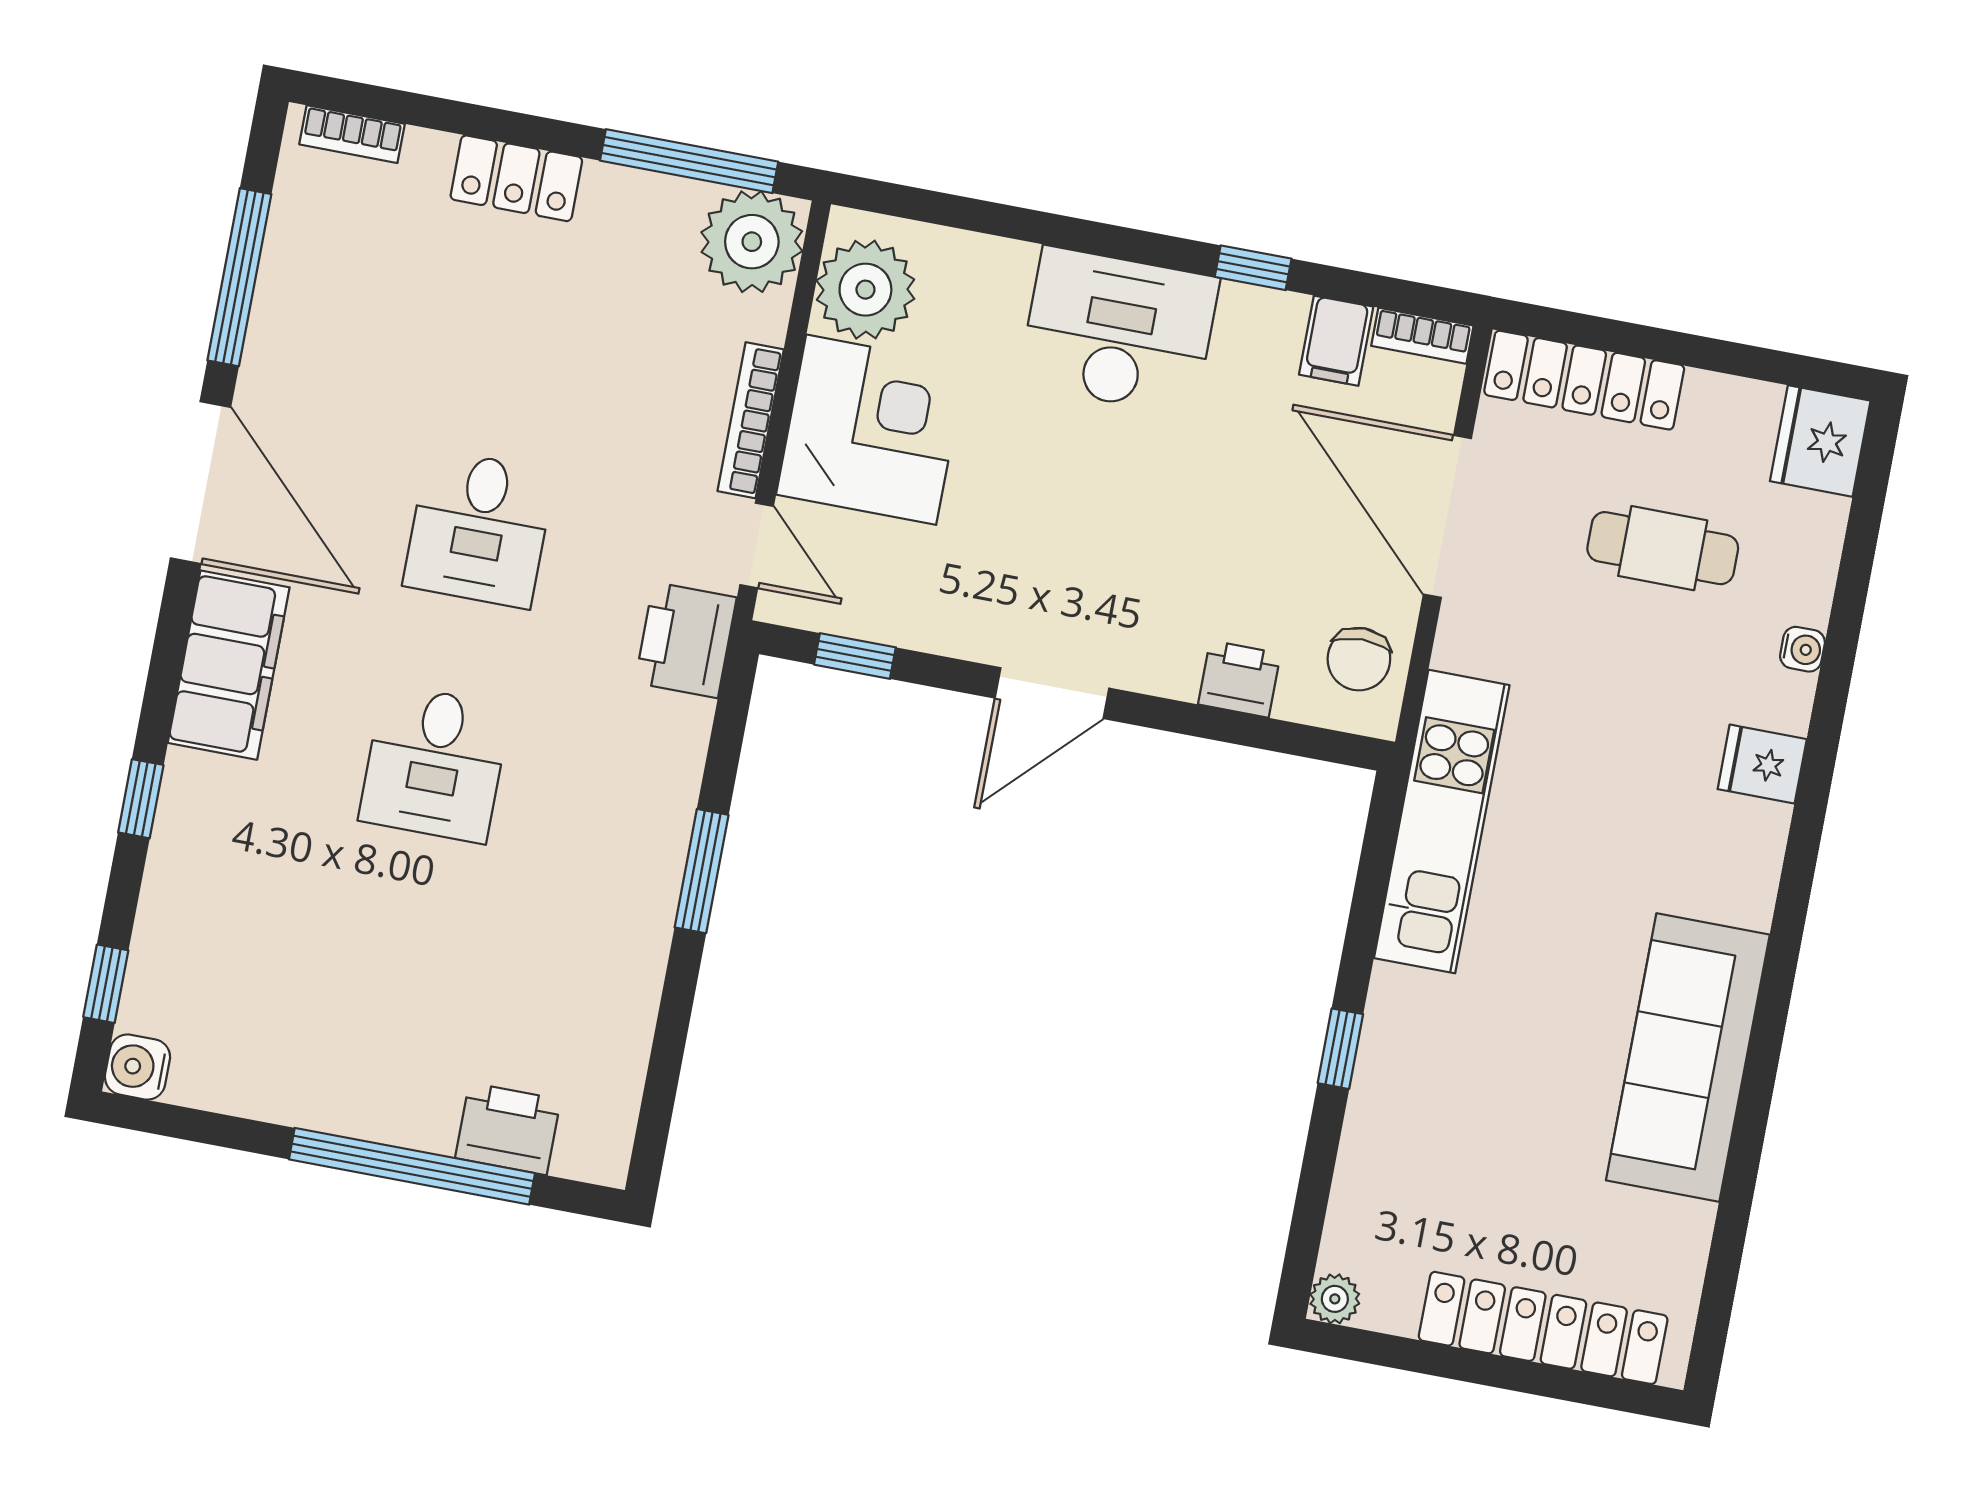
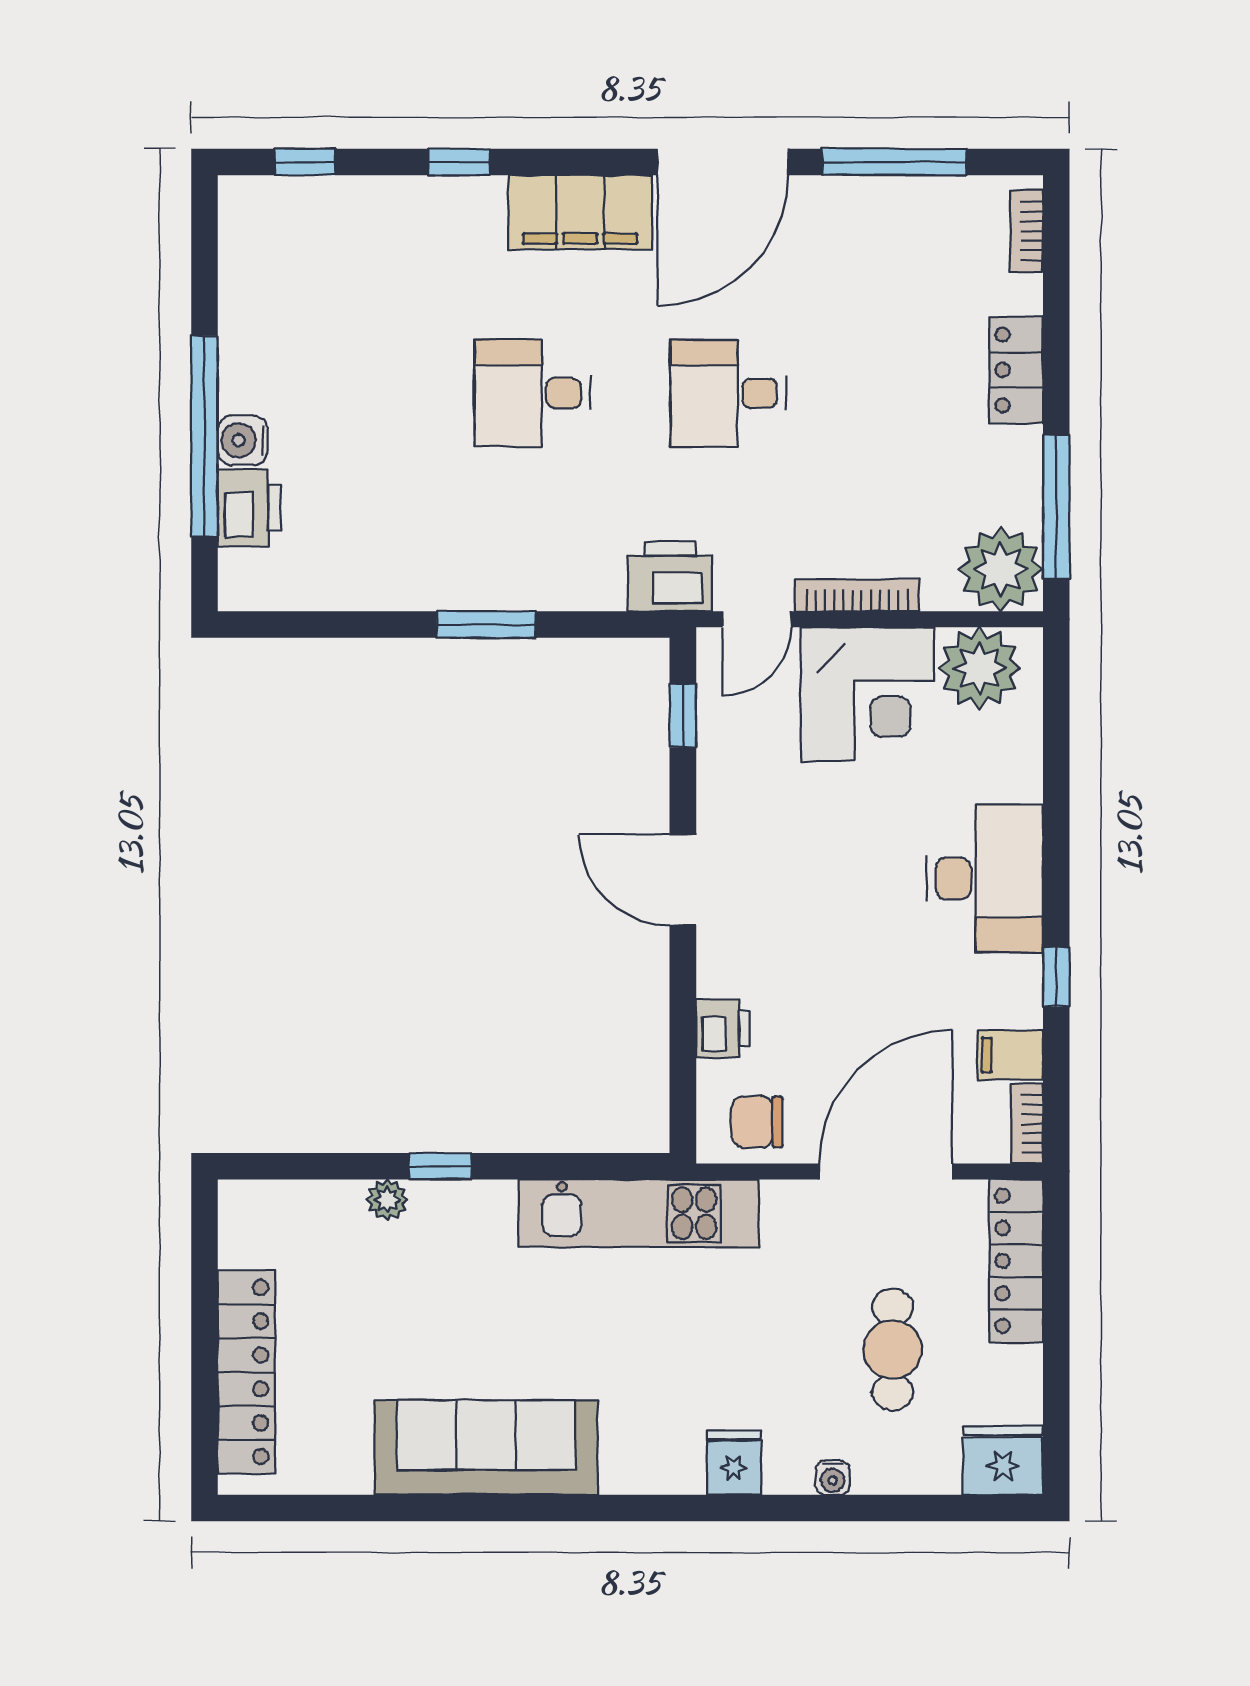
water cooler: (137, 1067) -> (243, 440), moved, turned -90
plant: (1335, 1299) -> (387, 1200), moved

